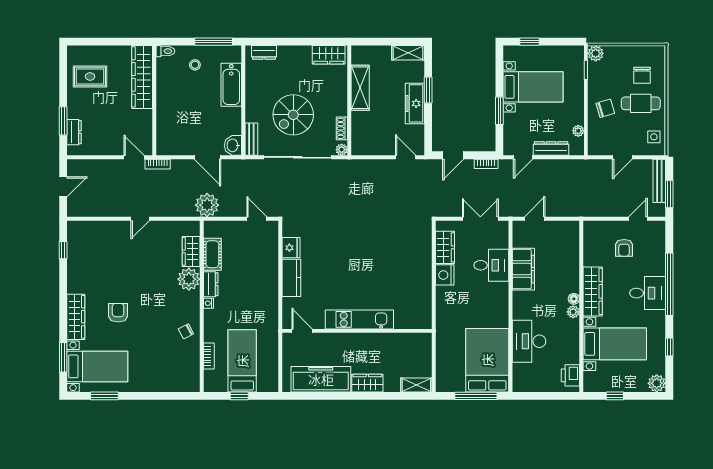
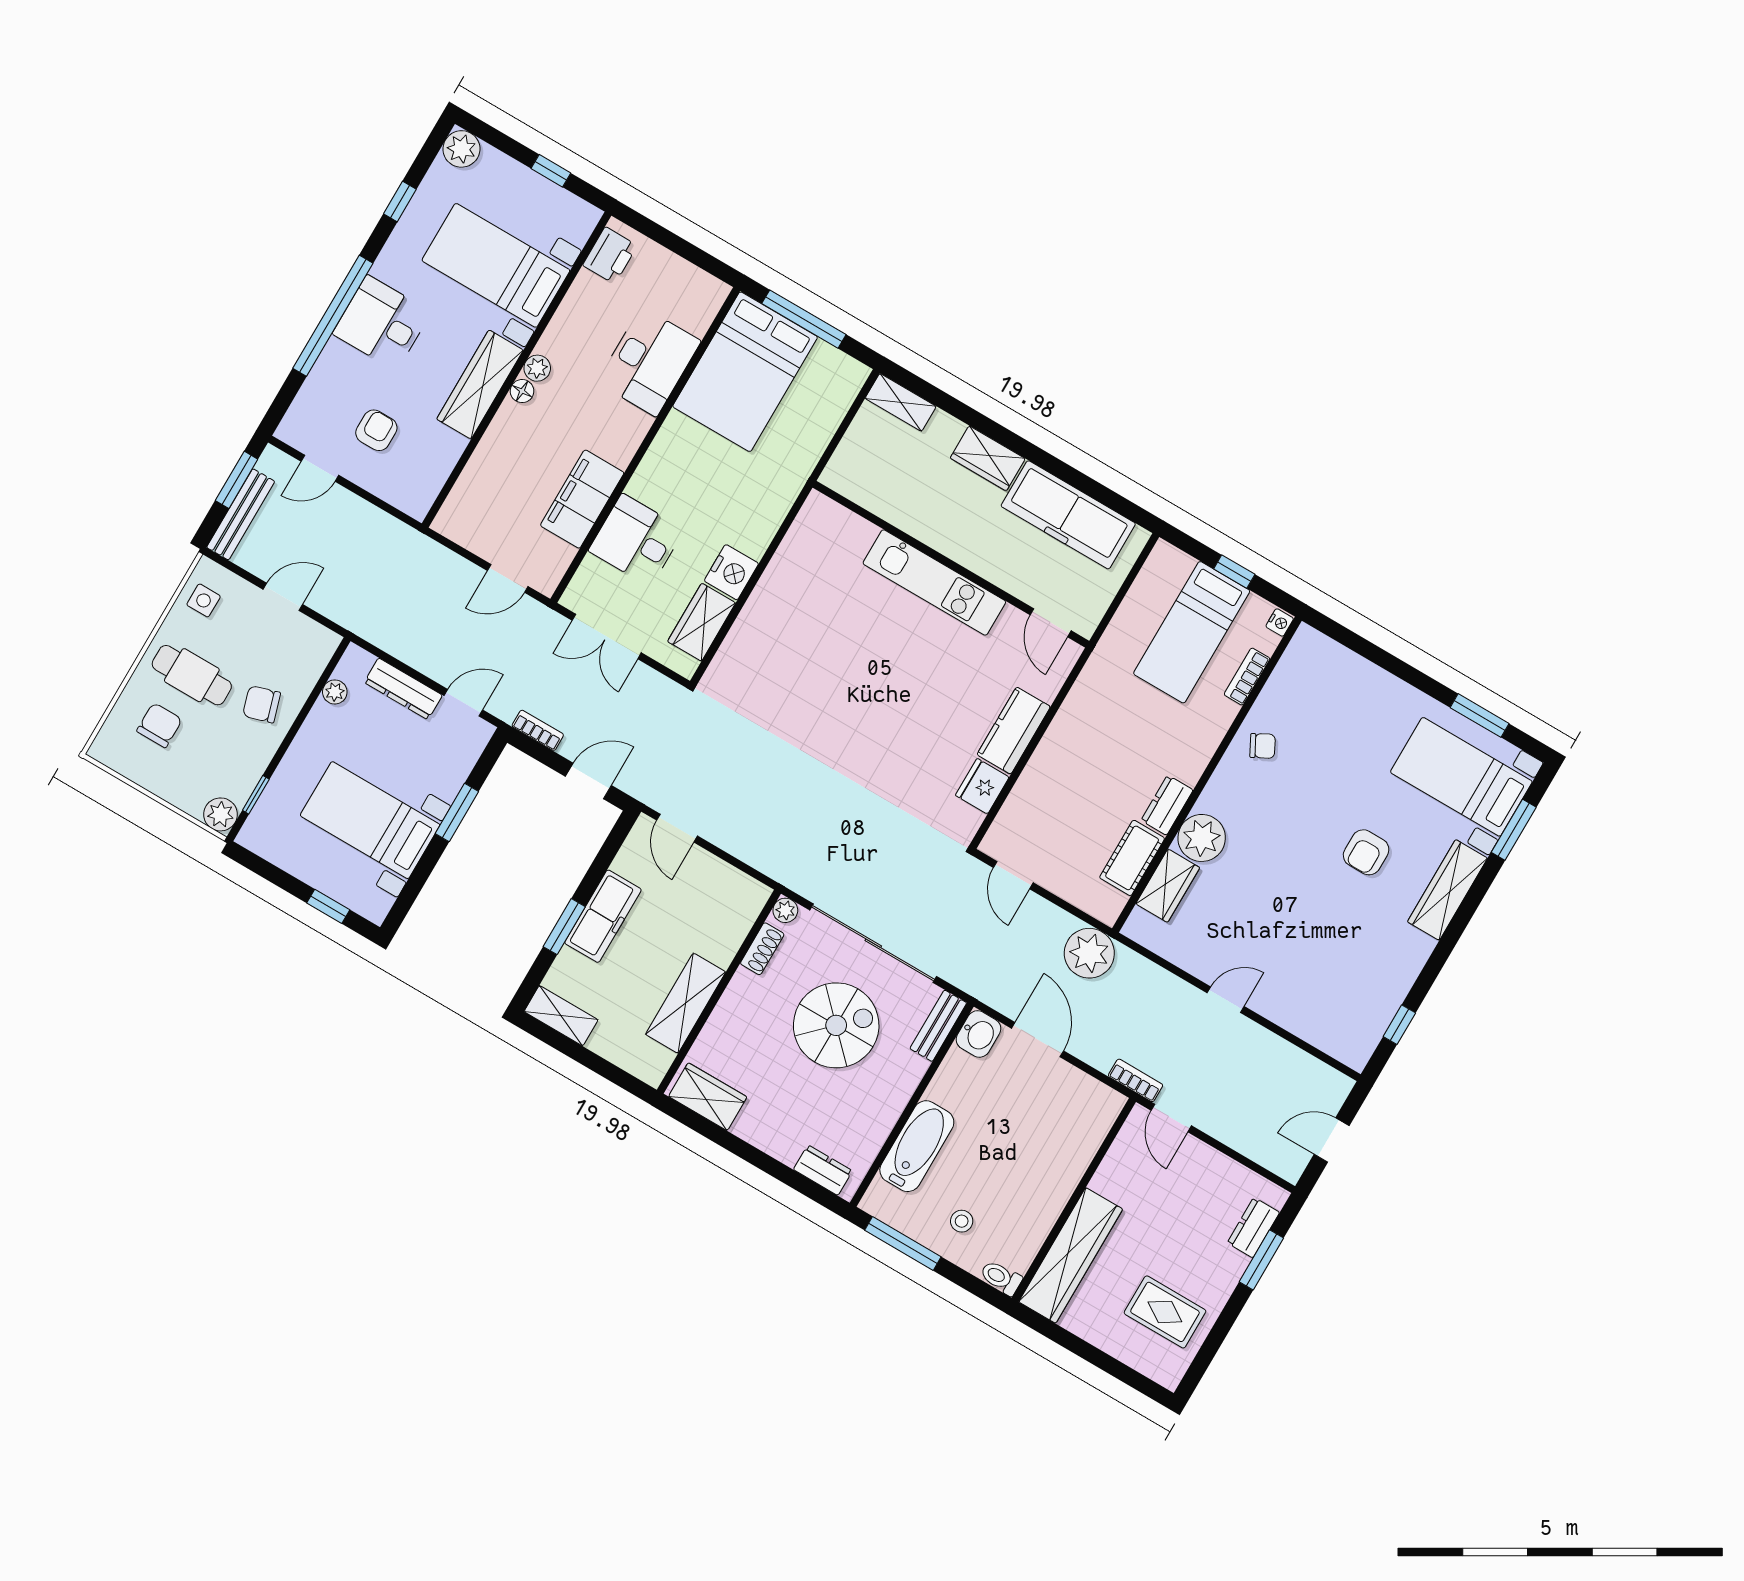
nightstand: (209, 303) -> (1280, 622), moved

